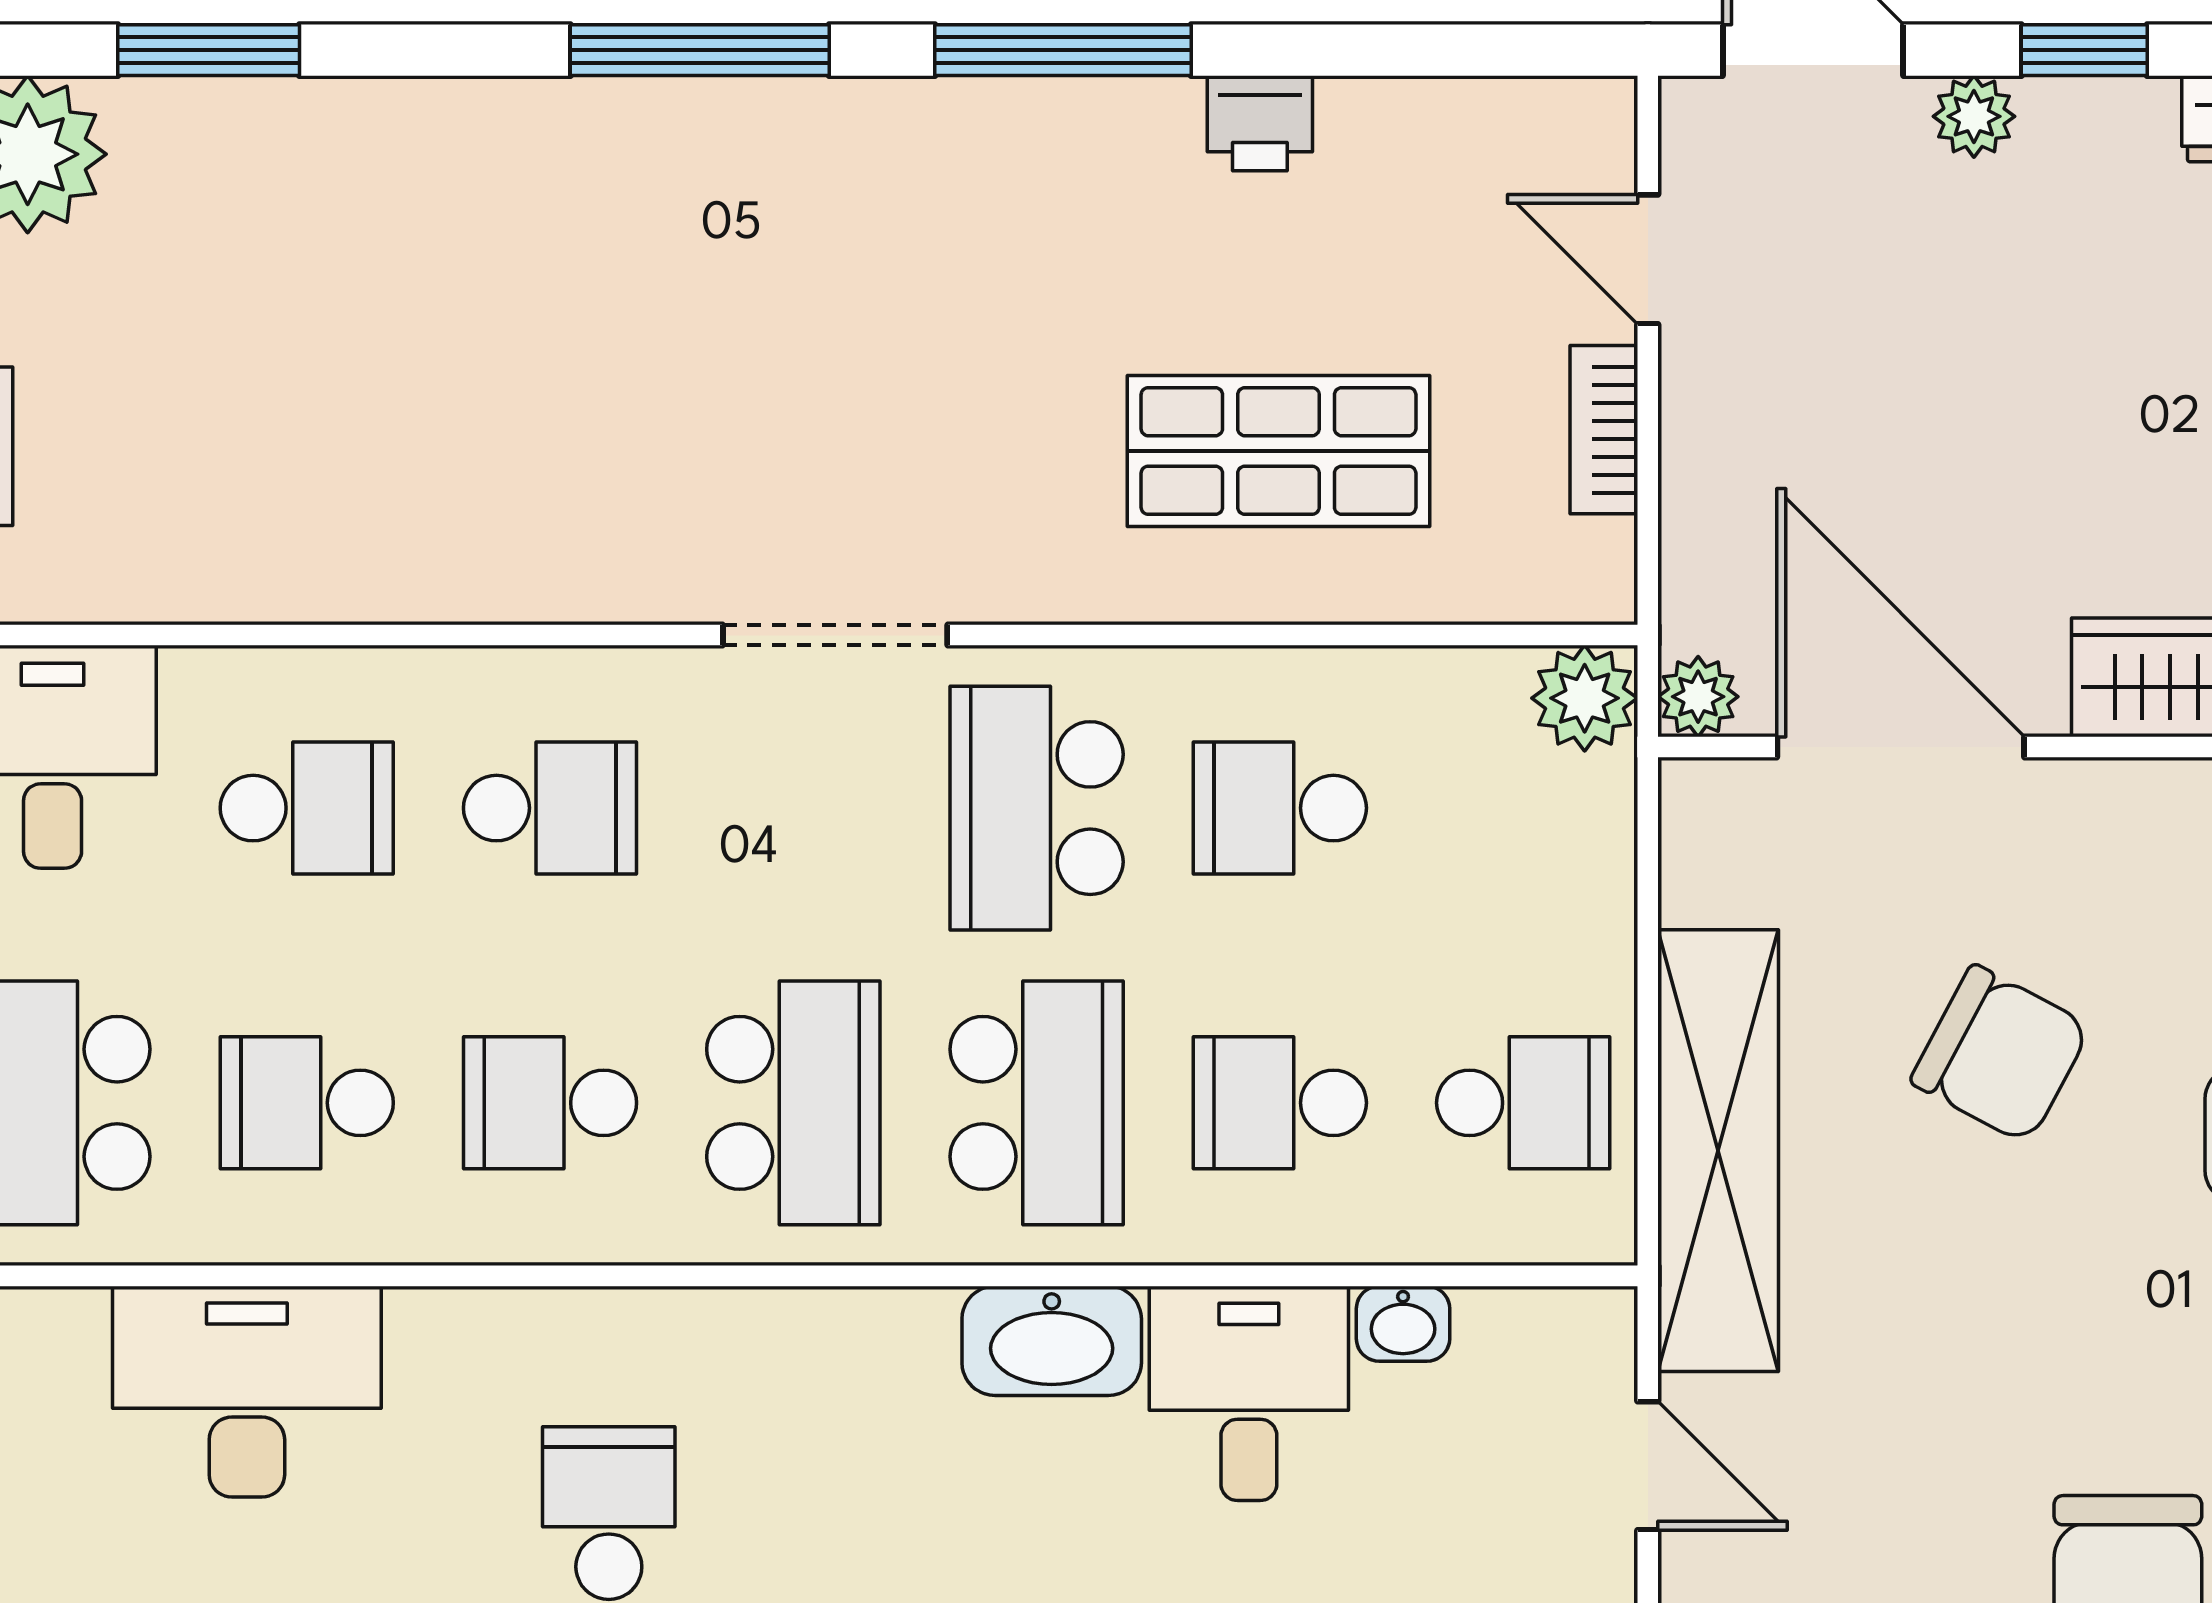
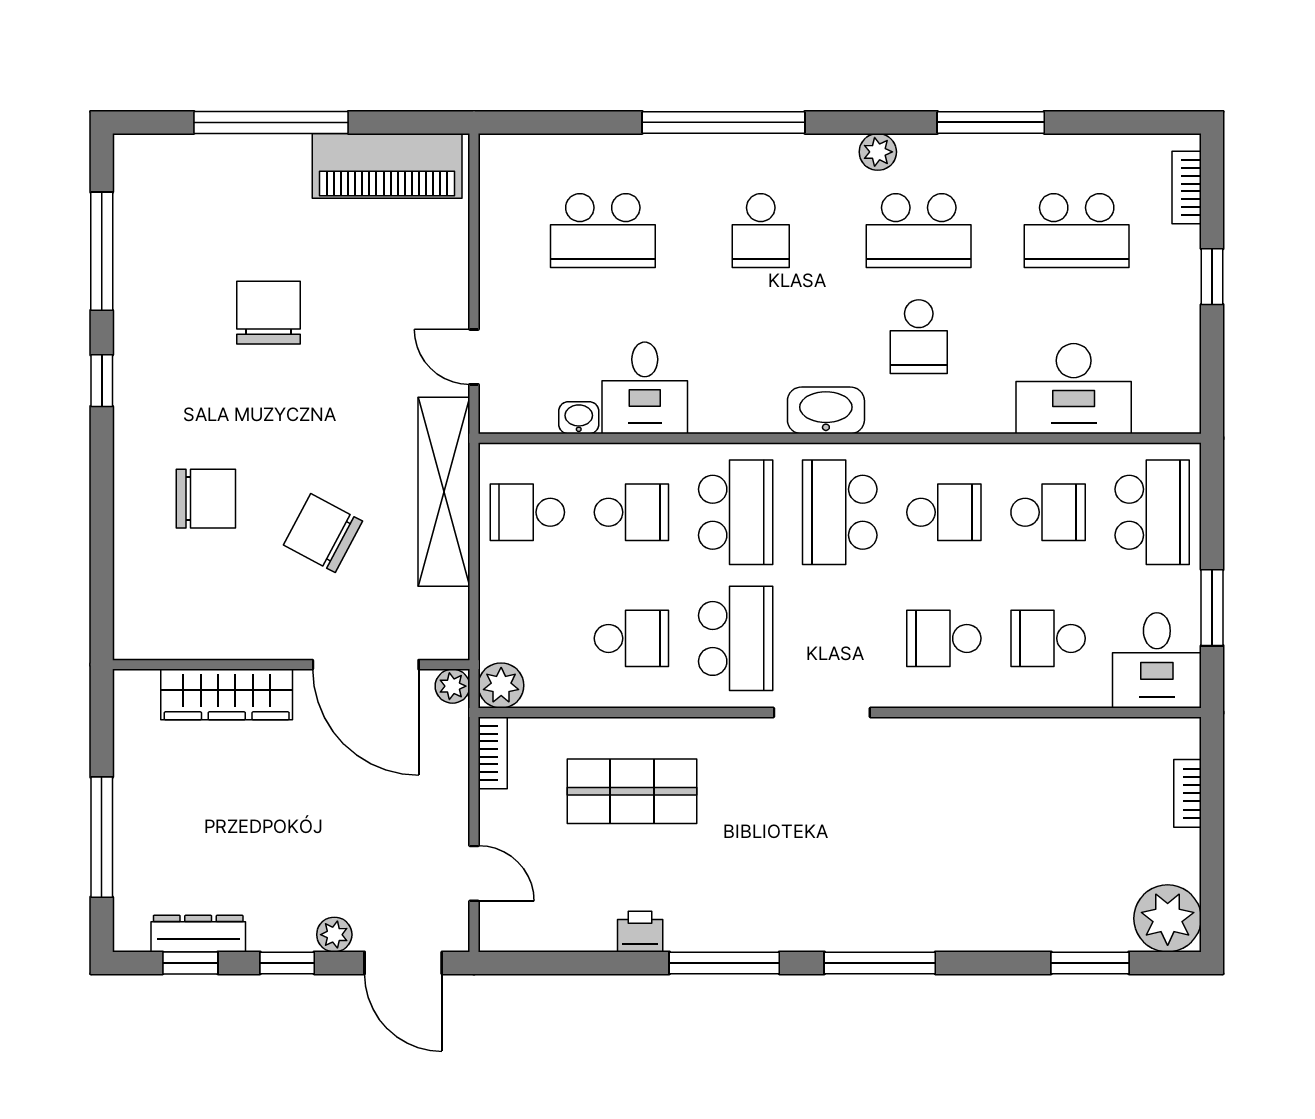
bookcase: (1604, 430) -> (493, 753), moved
school desk: (1037, 1103) -> (736, 512), turned 180
washbasin: (1052, 1341) -> (826, 410), moved

